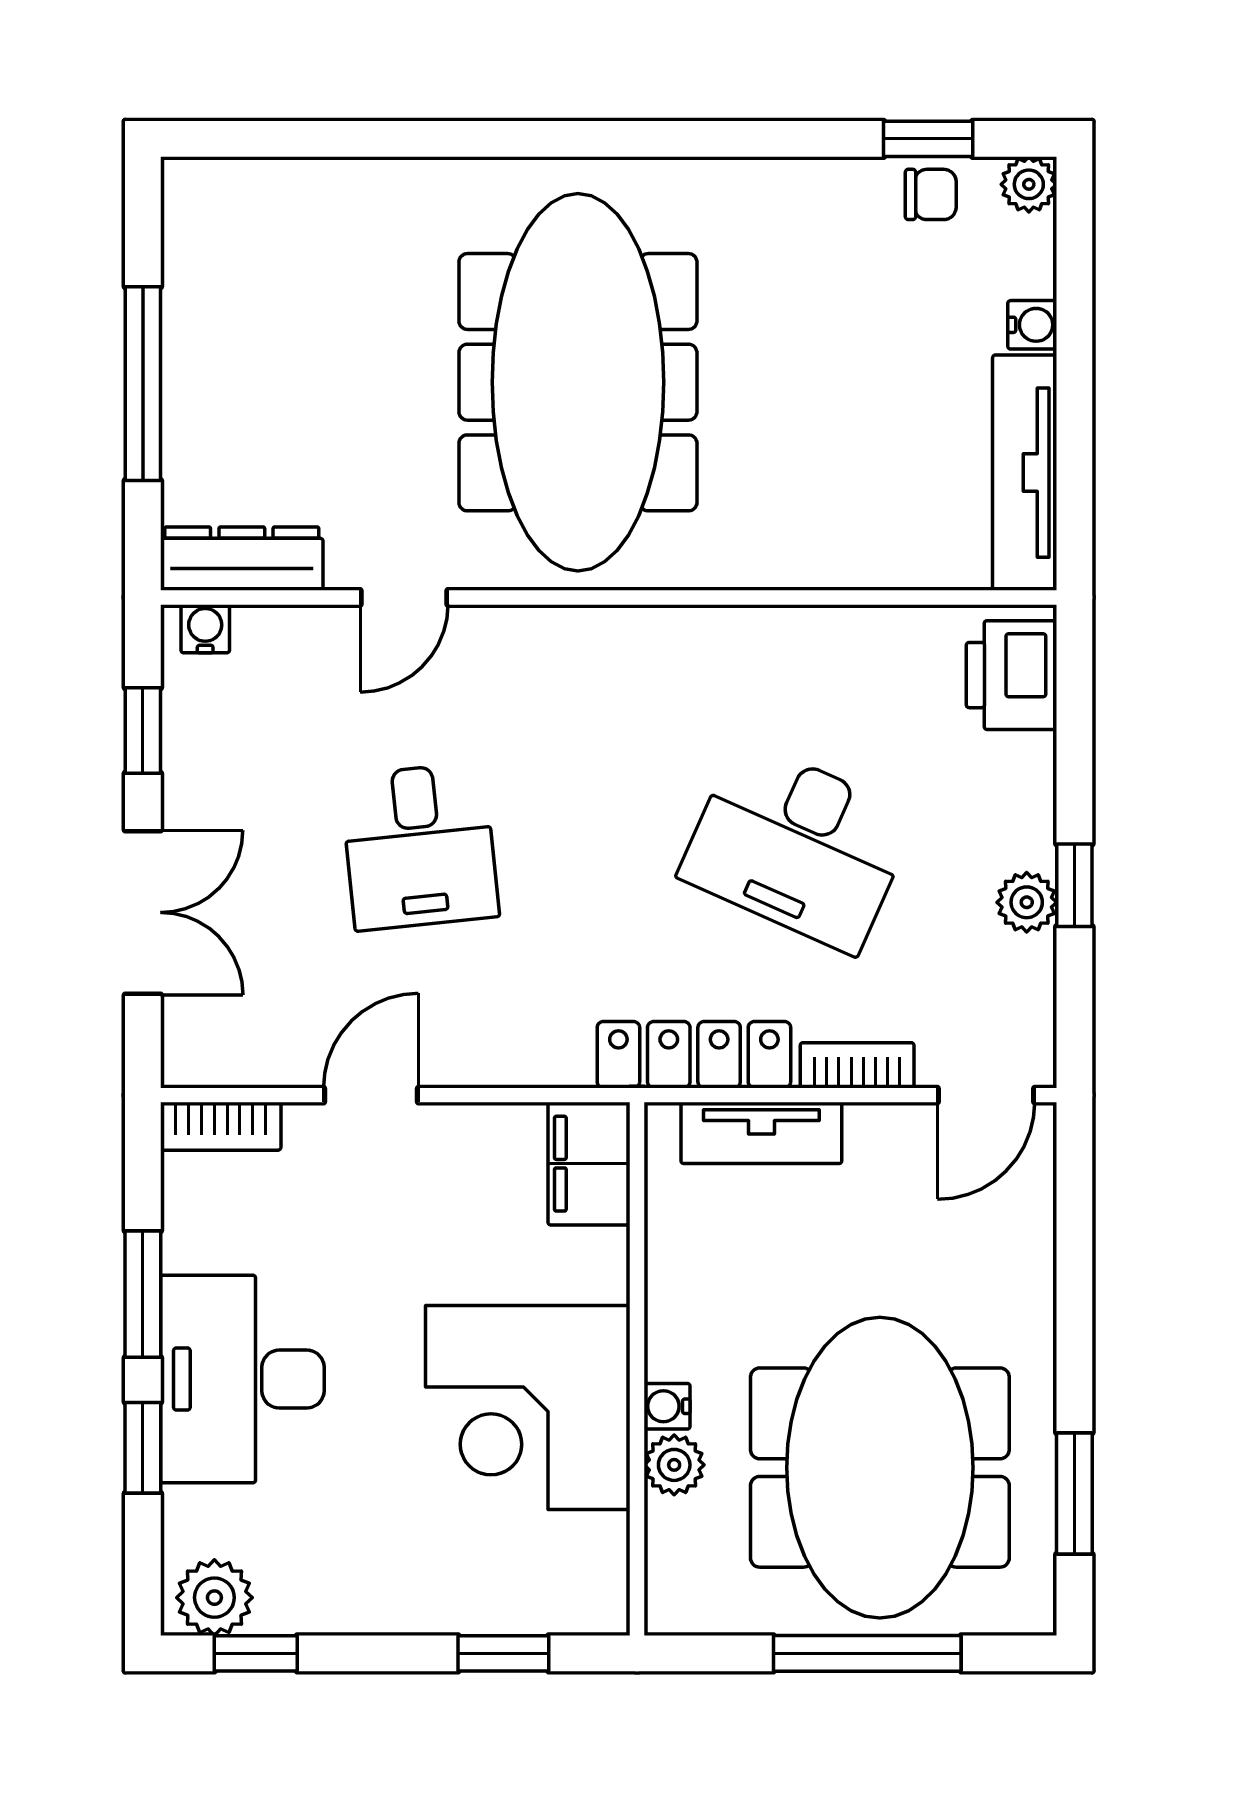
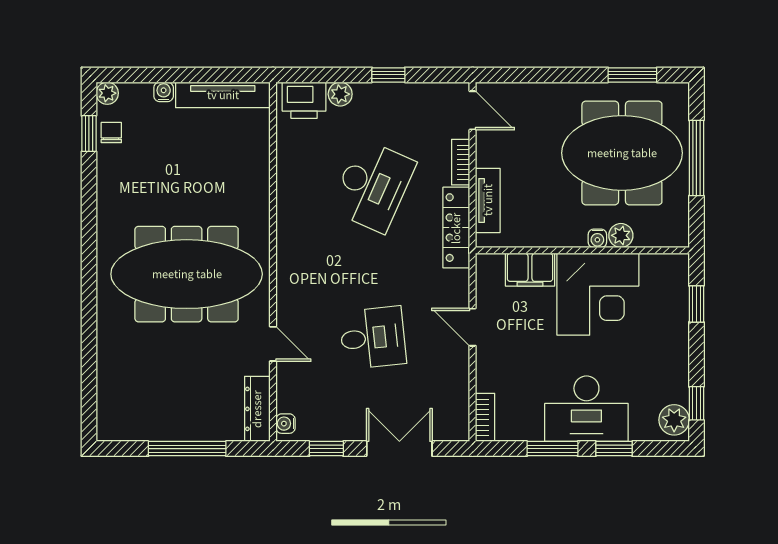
plant: (1027, 902) -> (340, 94), moved
door: (371, 1095) -> (473, 327), moved
filing cabinet: (589, 1164) -> (530, 270), moved

